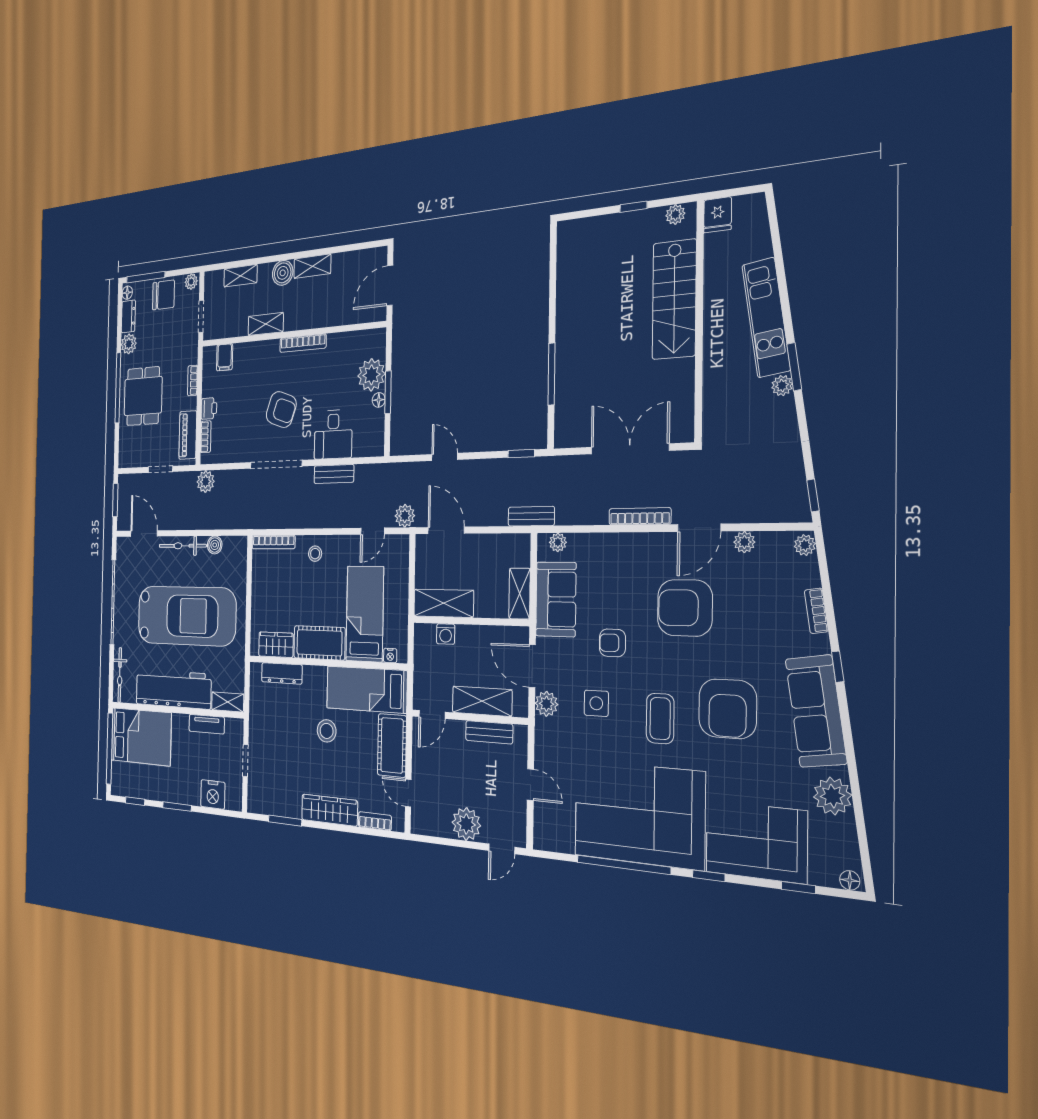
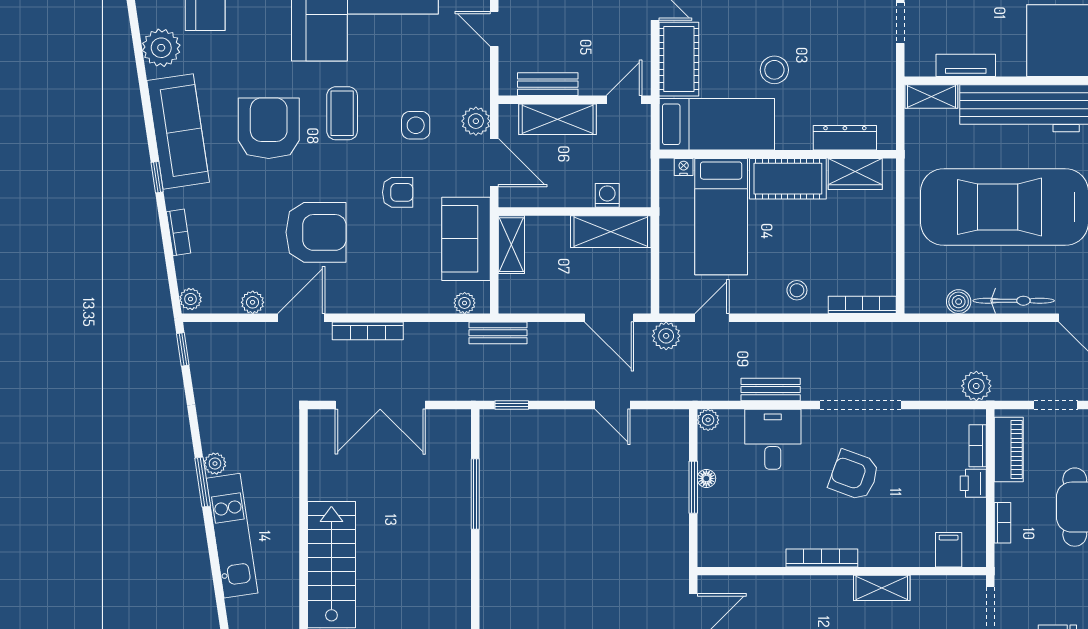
plant: (371, 375) -> (708, 420), moved, width x0.53, depth x0.53

